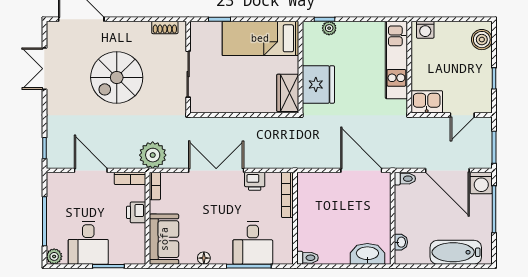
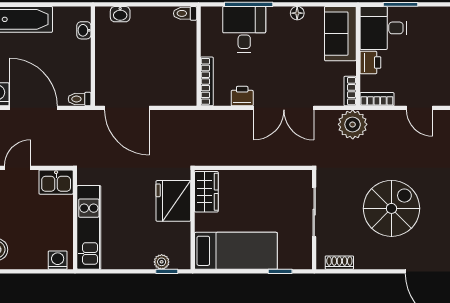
door: (91, 170) -> (420, 108), width x0.73
desk: (88, 243) -> (383, 28), moved, turned -90
washbasin: (367, 254) -> (120, 14), width x0.52, depth x0.69

